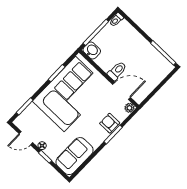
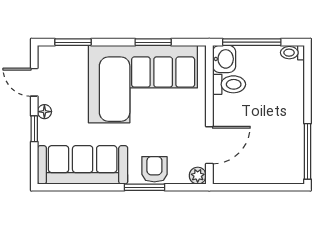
toilet: (117, 71) -> (229, 84), moved
door: (122, 91) -> (209, 145), hinge flipped
sofa: (75, 156) -> (83, 165), width x1.36

